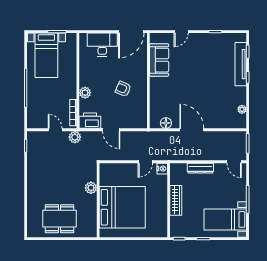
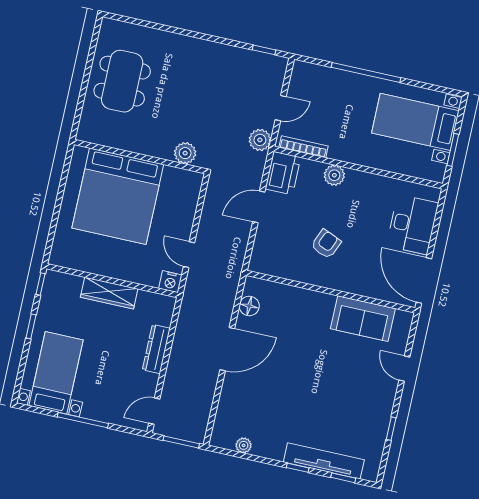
plant: (91, 188) -> (185, 153), moved

